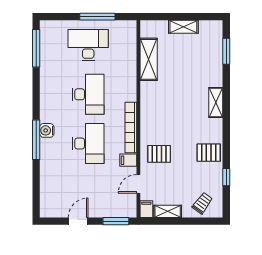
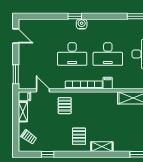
window: (36, 140) -> (75, 16), width x0.46
pallet: (209, 153) -> (79, 136), moved
filing cabinet: (128, 160) -> (108, 83), moved
door: (78, 221) -> (16, 36), moved

